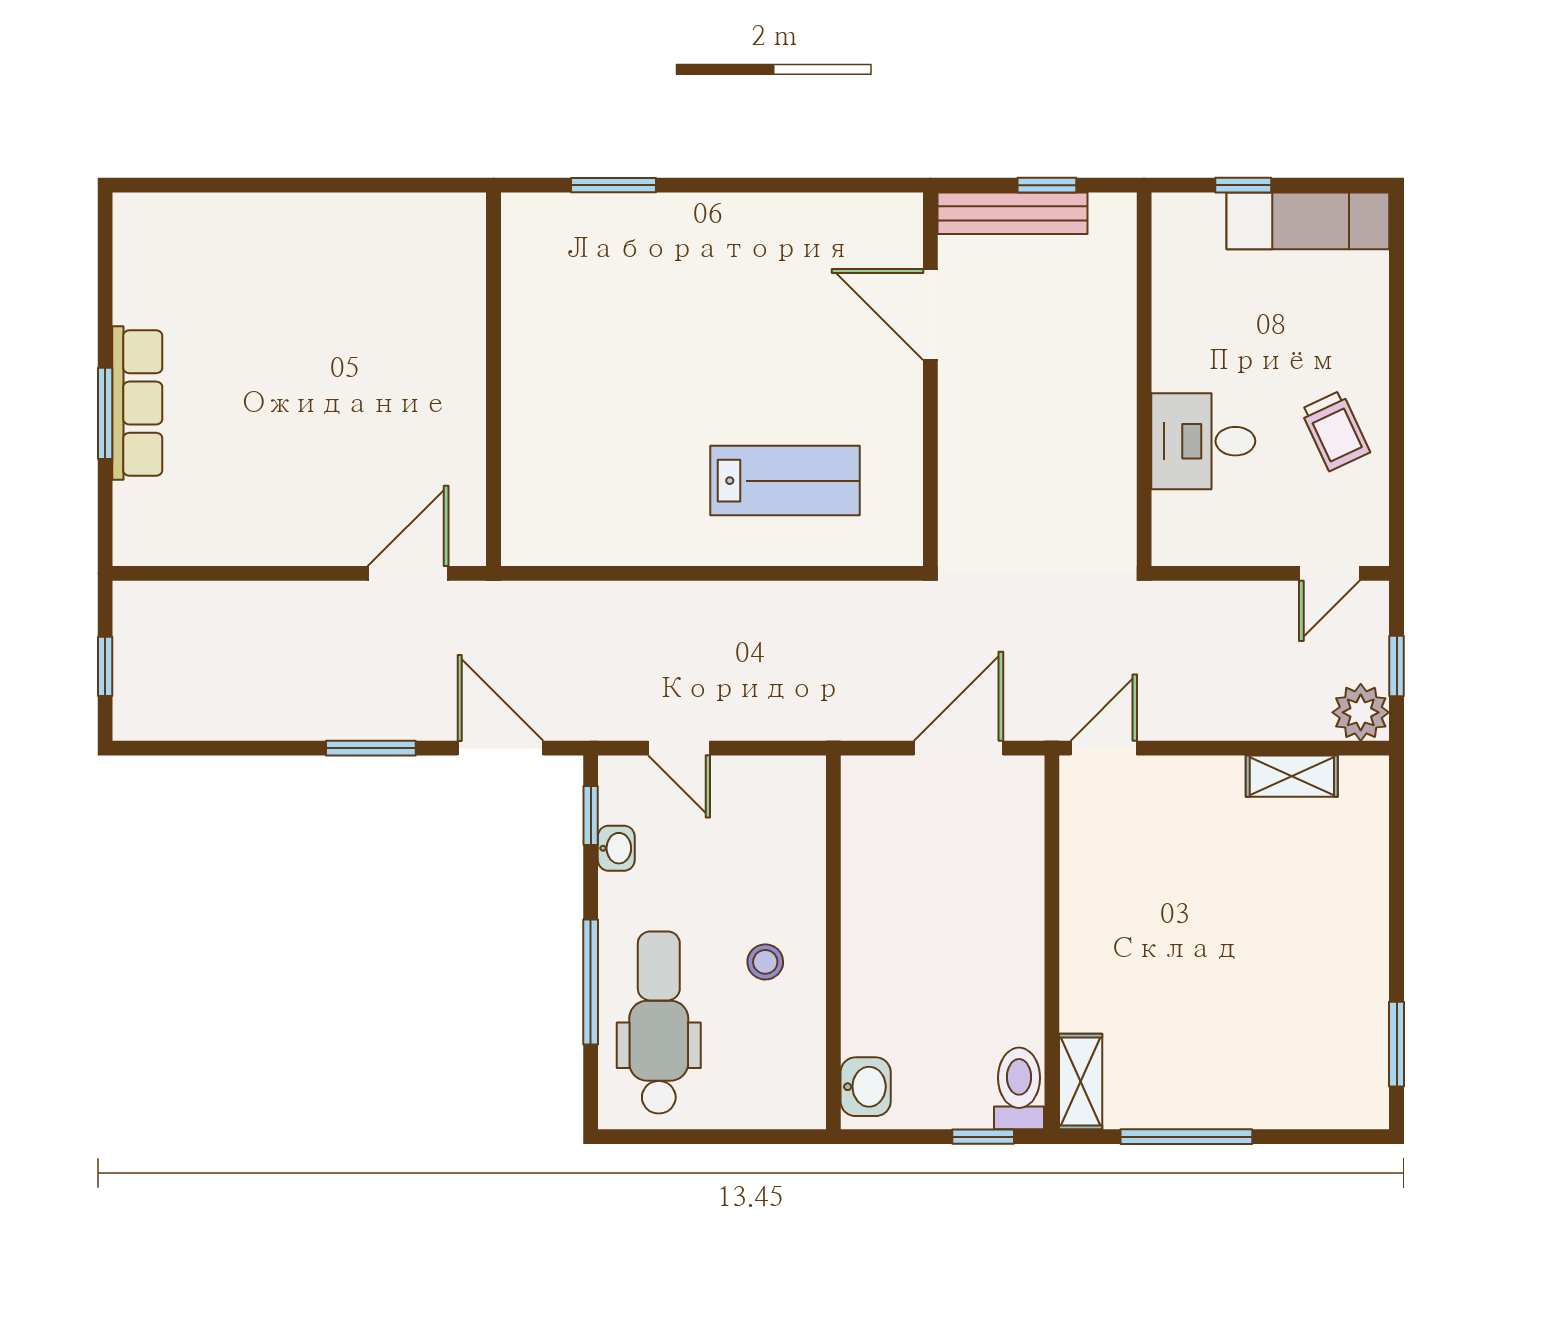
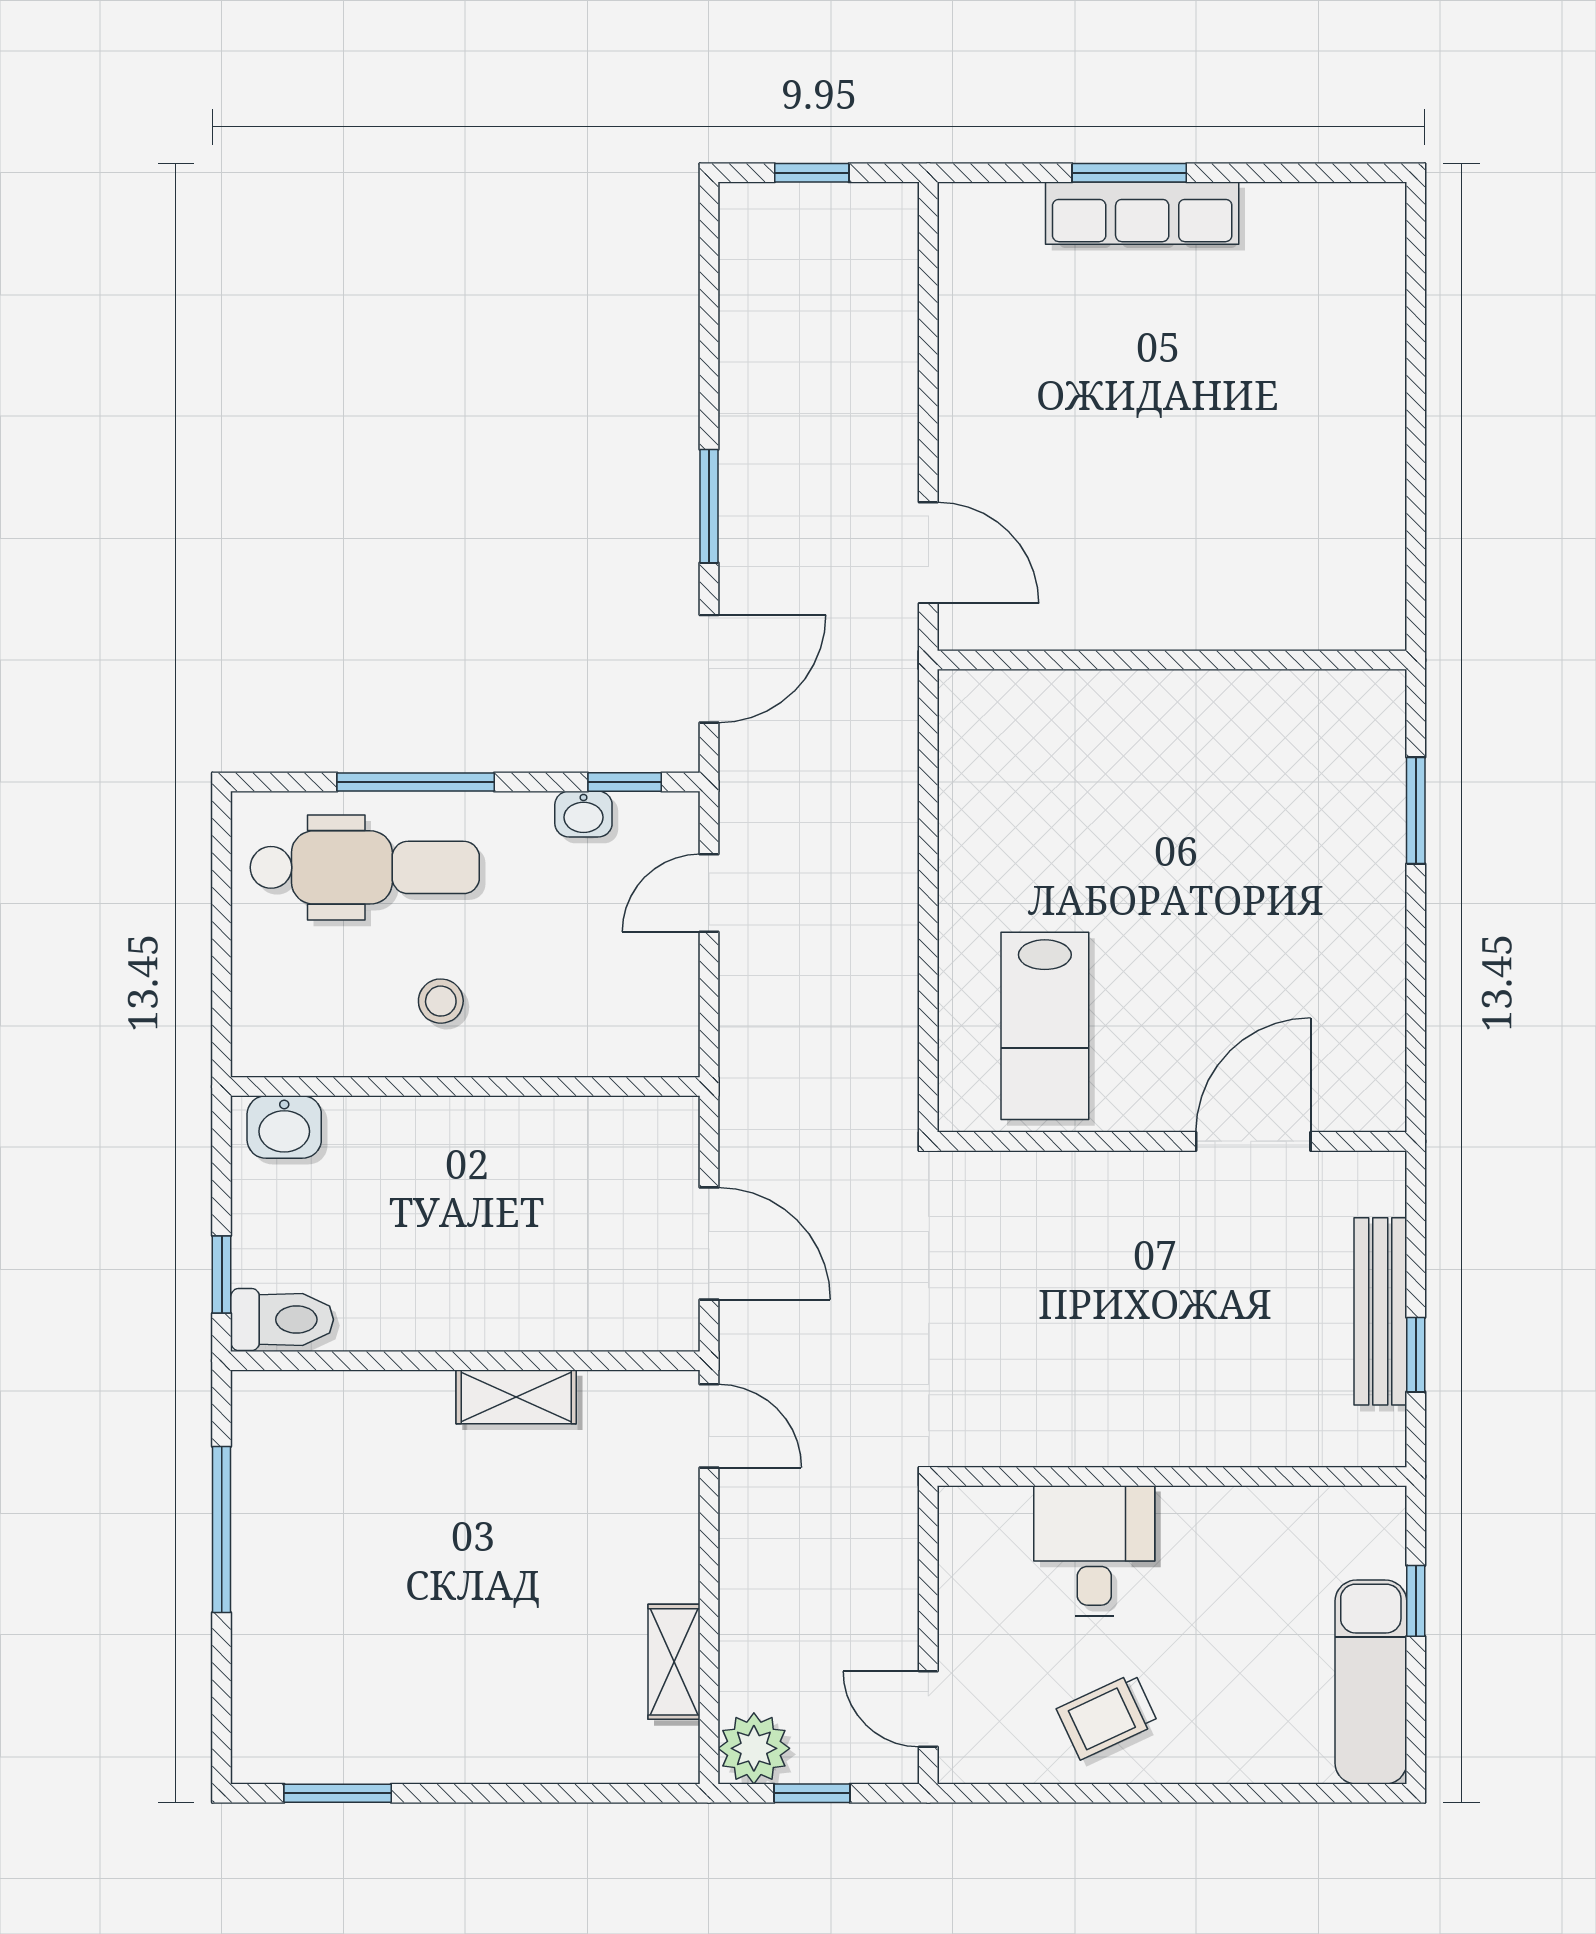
door: (930, 314) -> (1253, 1141), moved
wall: (930, 379) -> (1172, 1141), moved
shelving: (1081, 1082) -> (516, 1397), moved

